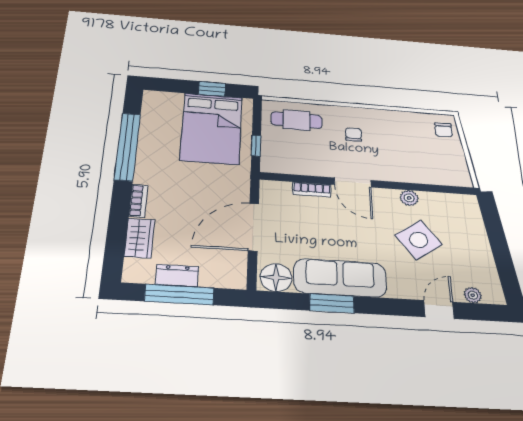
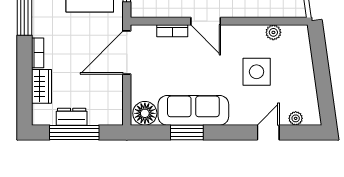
plant: (409, 198) -> (273, 32), moved
door: (253, 227) -> (127, 53), moved
side table: (419, 240) -> (257, 72), turned 36

